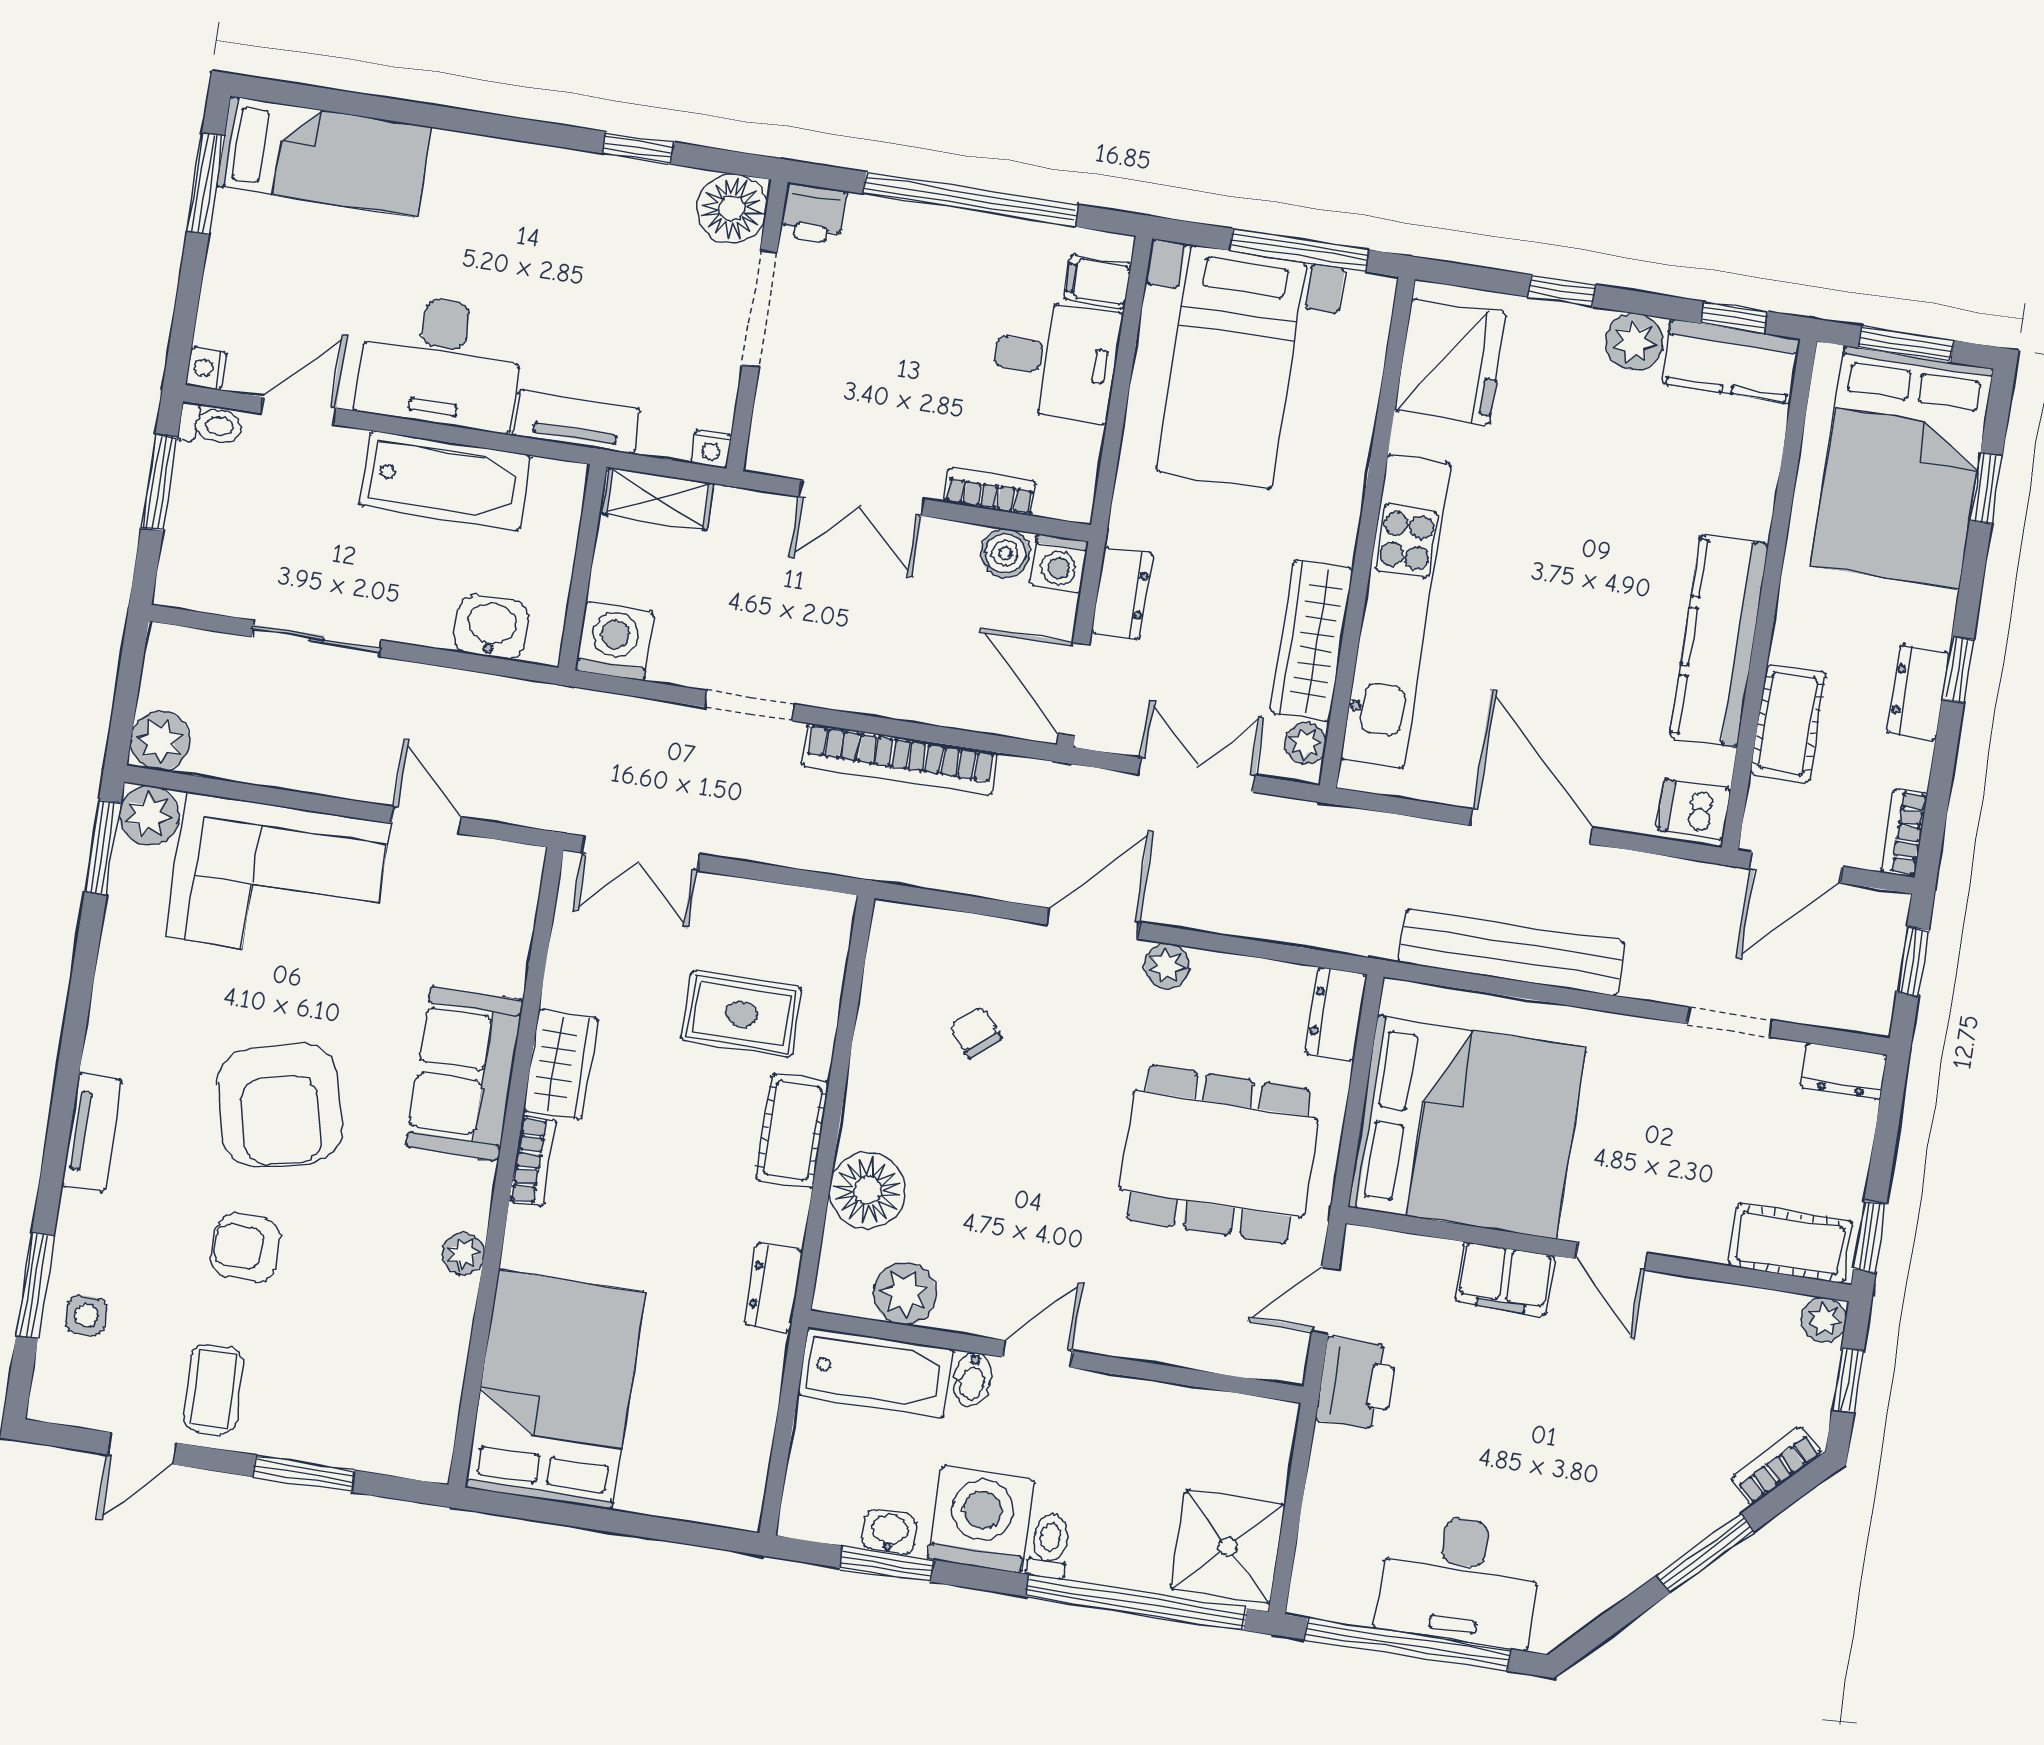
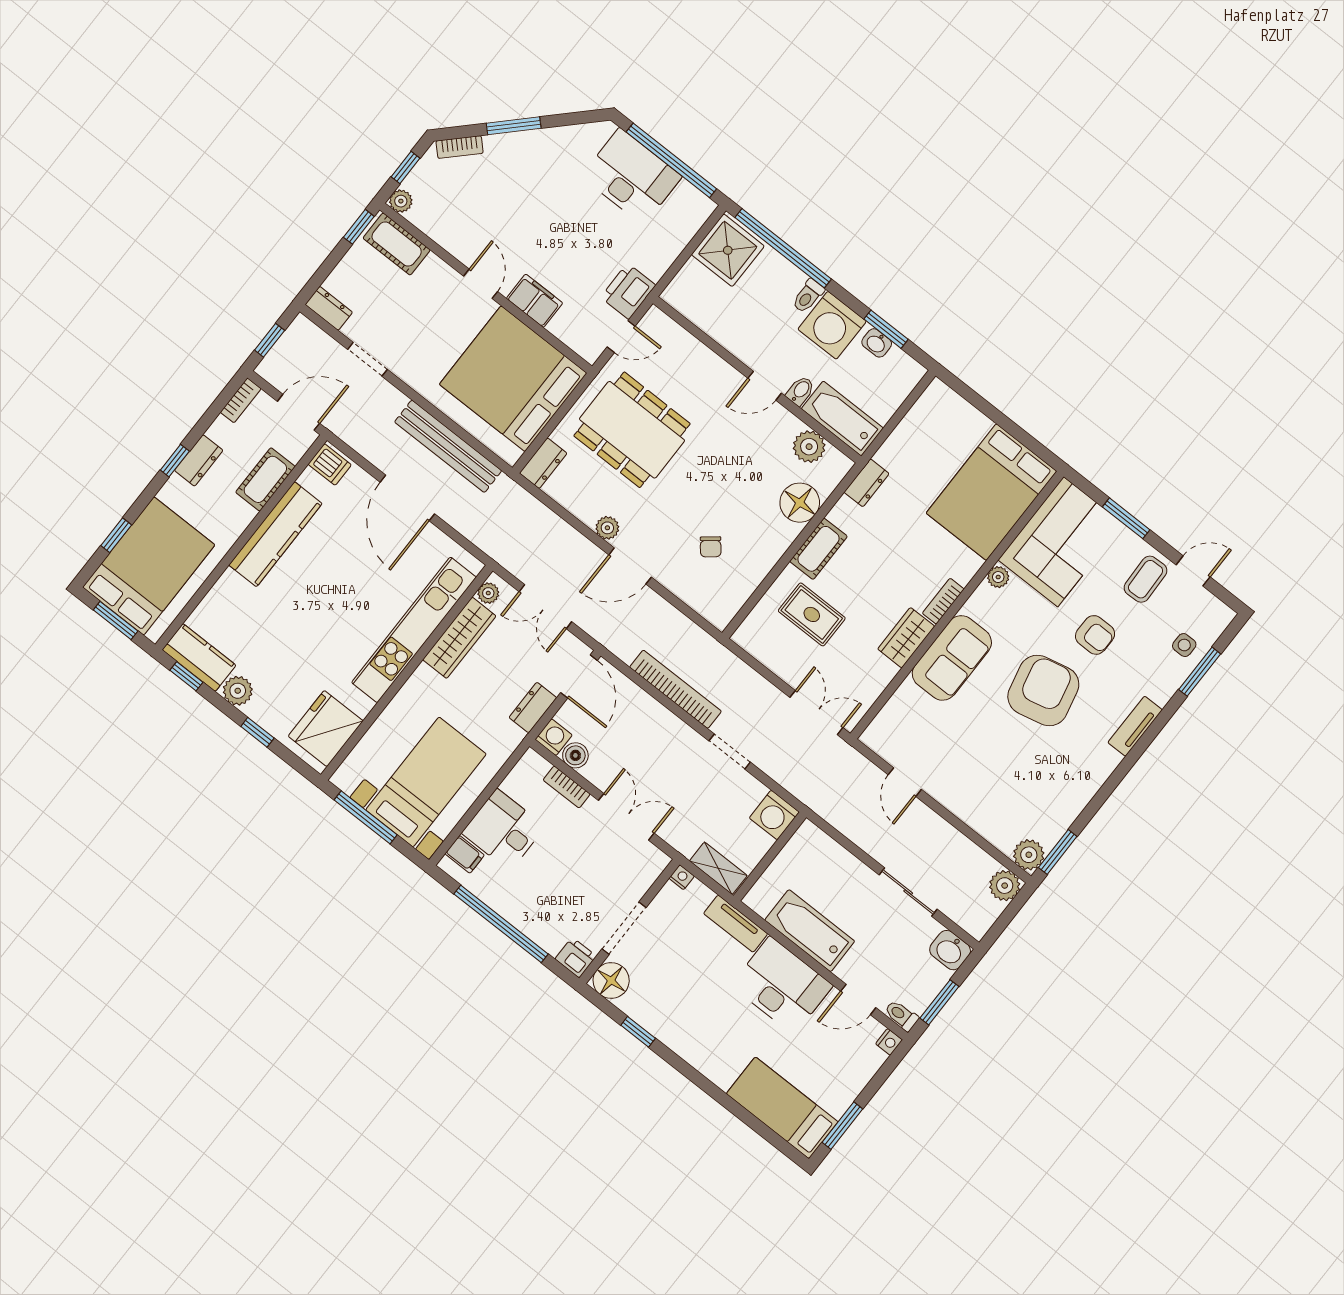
washbasin: (491, 627) -> (950, 950), moved
corner sofa: (277, 880) -> (1061, 542), moved, turned 90

